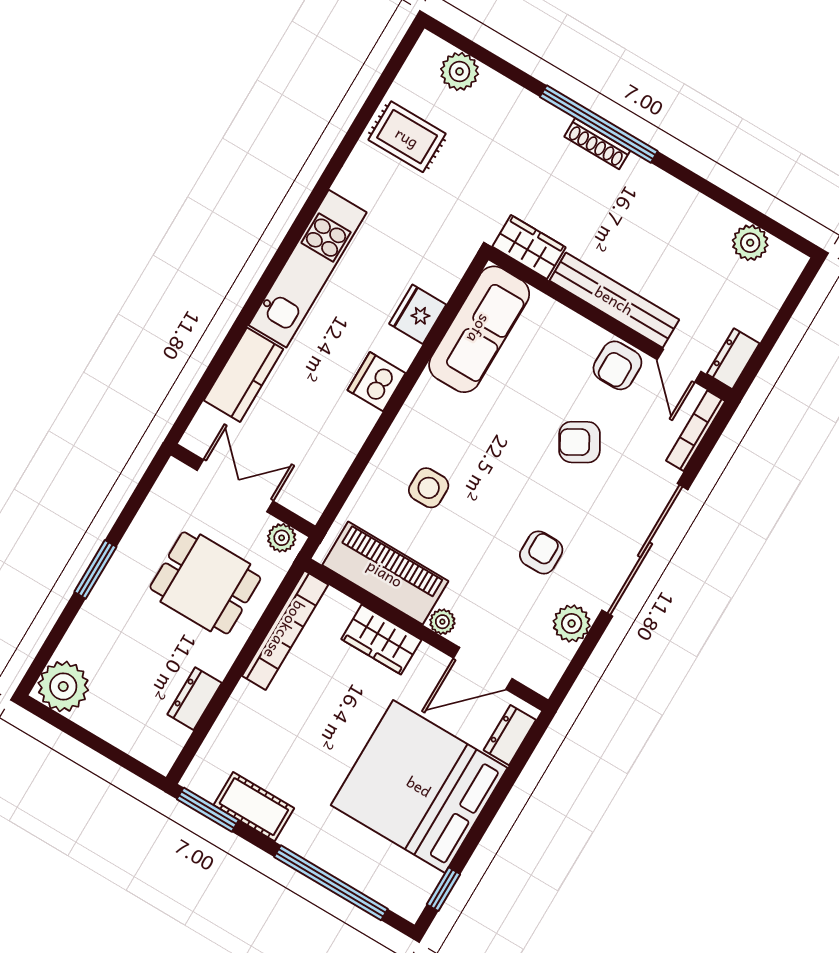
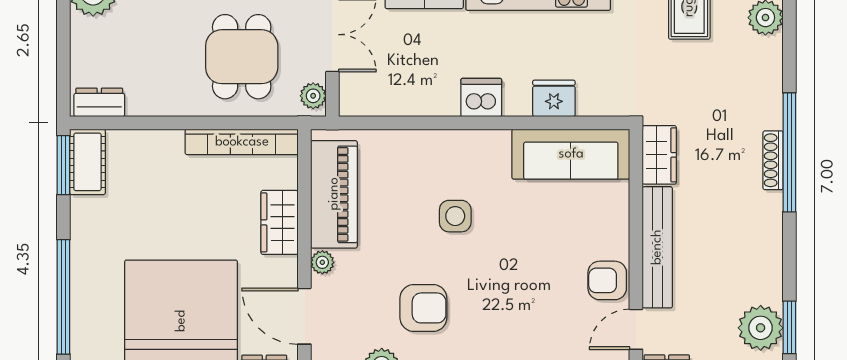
window: (762, 221) -> (789, 327), added
plant: (750, 243) -> (761, 328), width x1.36, depth x1.36
armchair: (580, 442) -> (529, 286), removed
side table: (429, 488) -> (455, 216), moved
armchair: (541, 552) -> (423, 308), width x1.38, depth x1.38
dresser: (194, 699) -> (99, 102), moved
cot: (254, 807) -> (87, 162), moved

